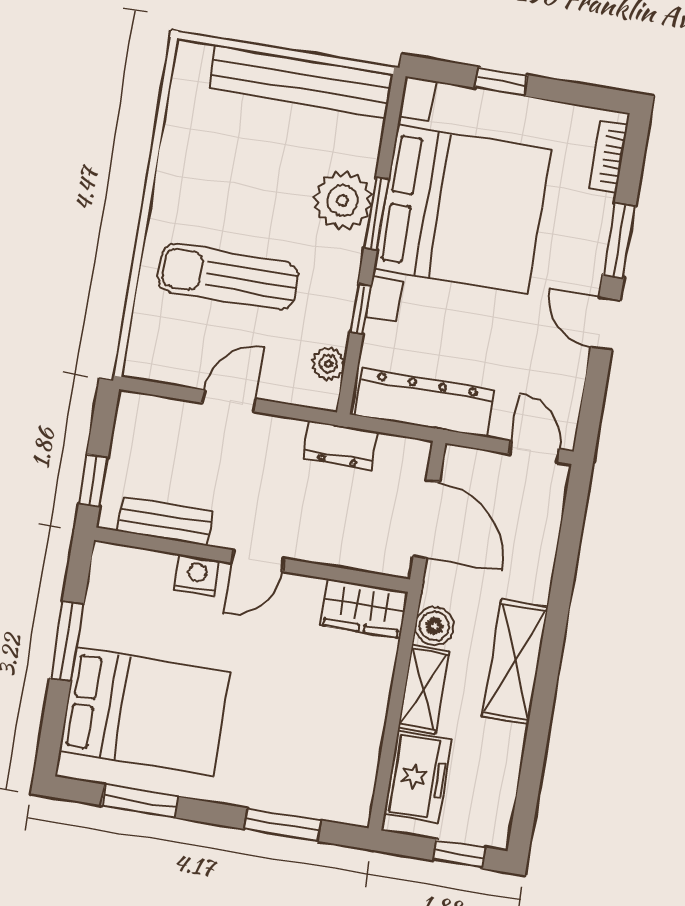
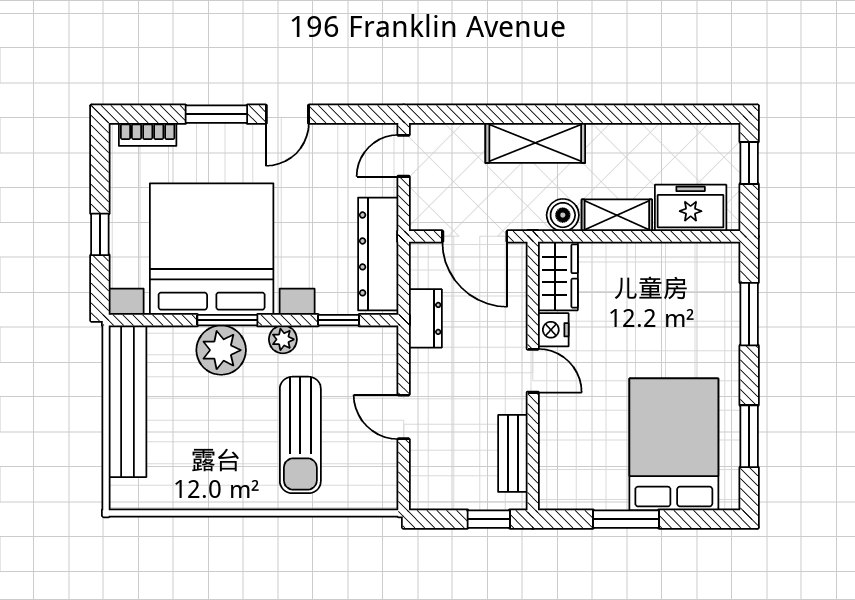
window: (361, 309) -> (339, 320), moved
plant: (328, 364) -> (283, 339), moved
door: (426, 519) -> (475, 236), swing flipped
nightstand: (197, 575) -> (553, 330), moved
shelving: (515, 661) -> (535, 143), moved

